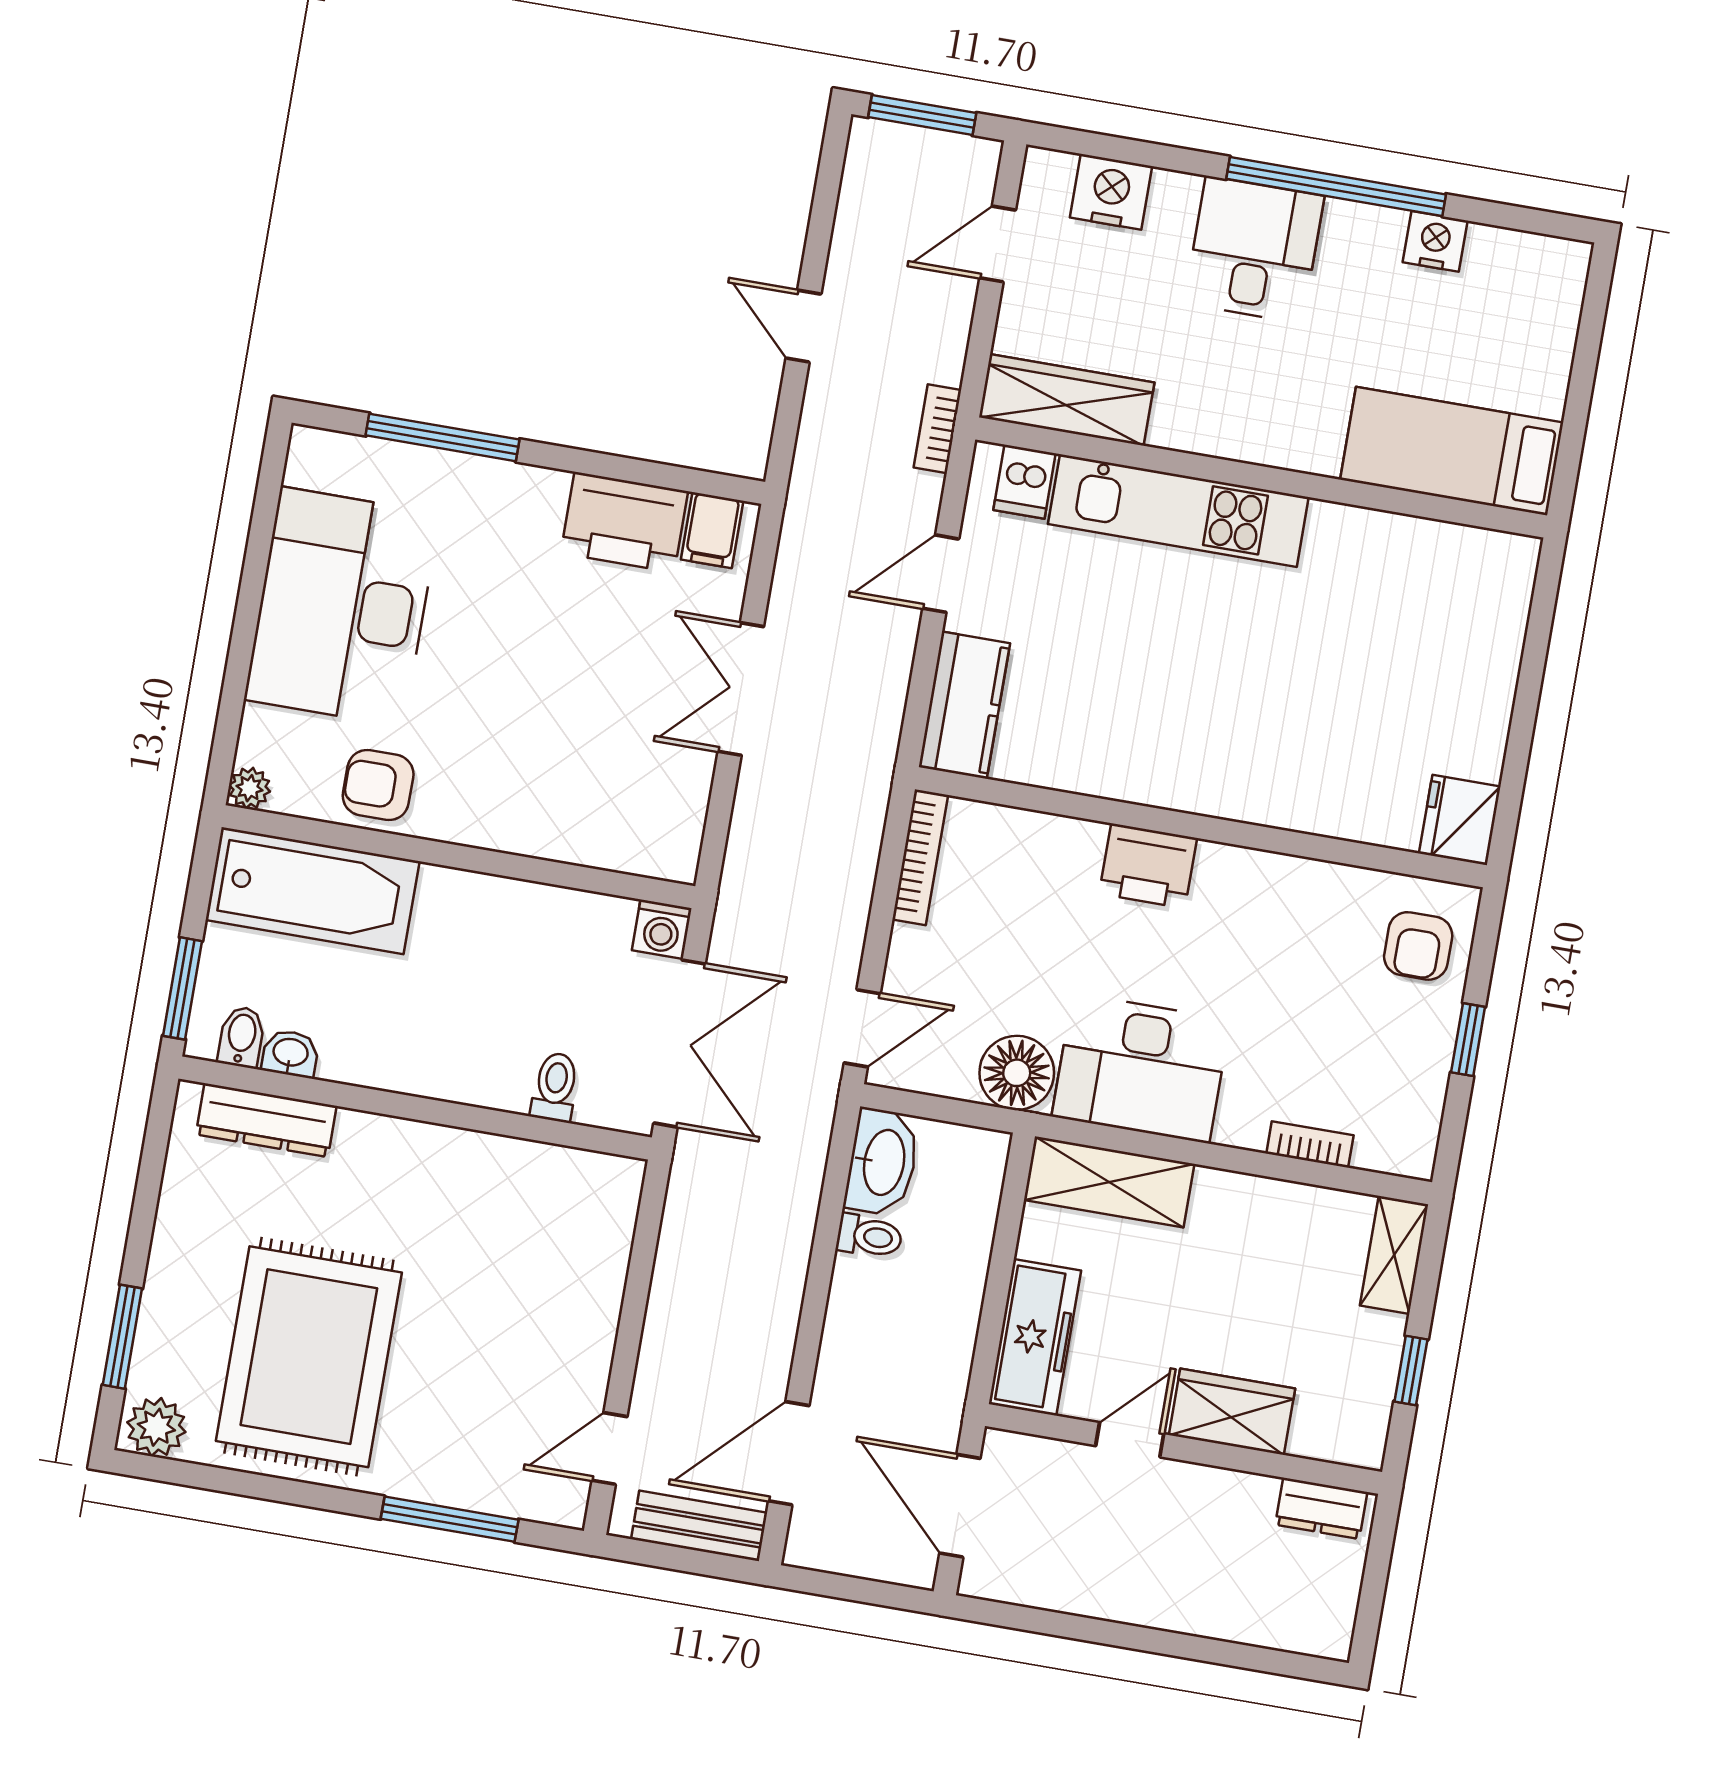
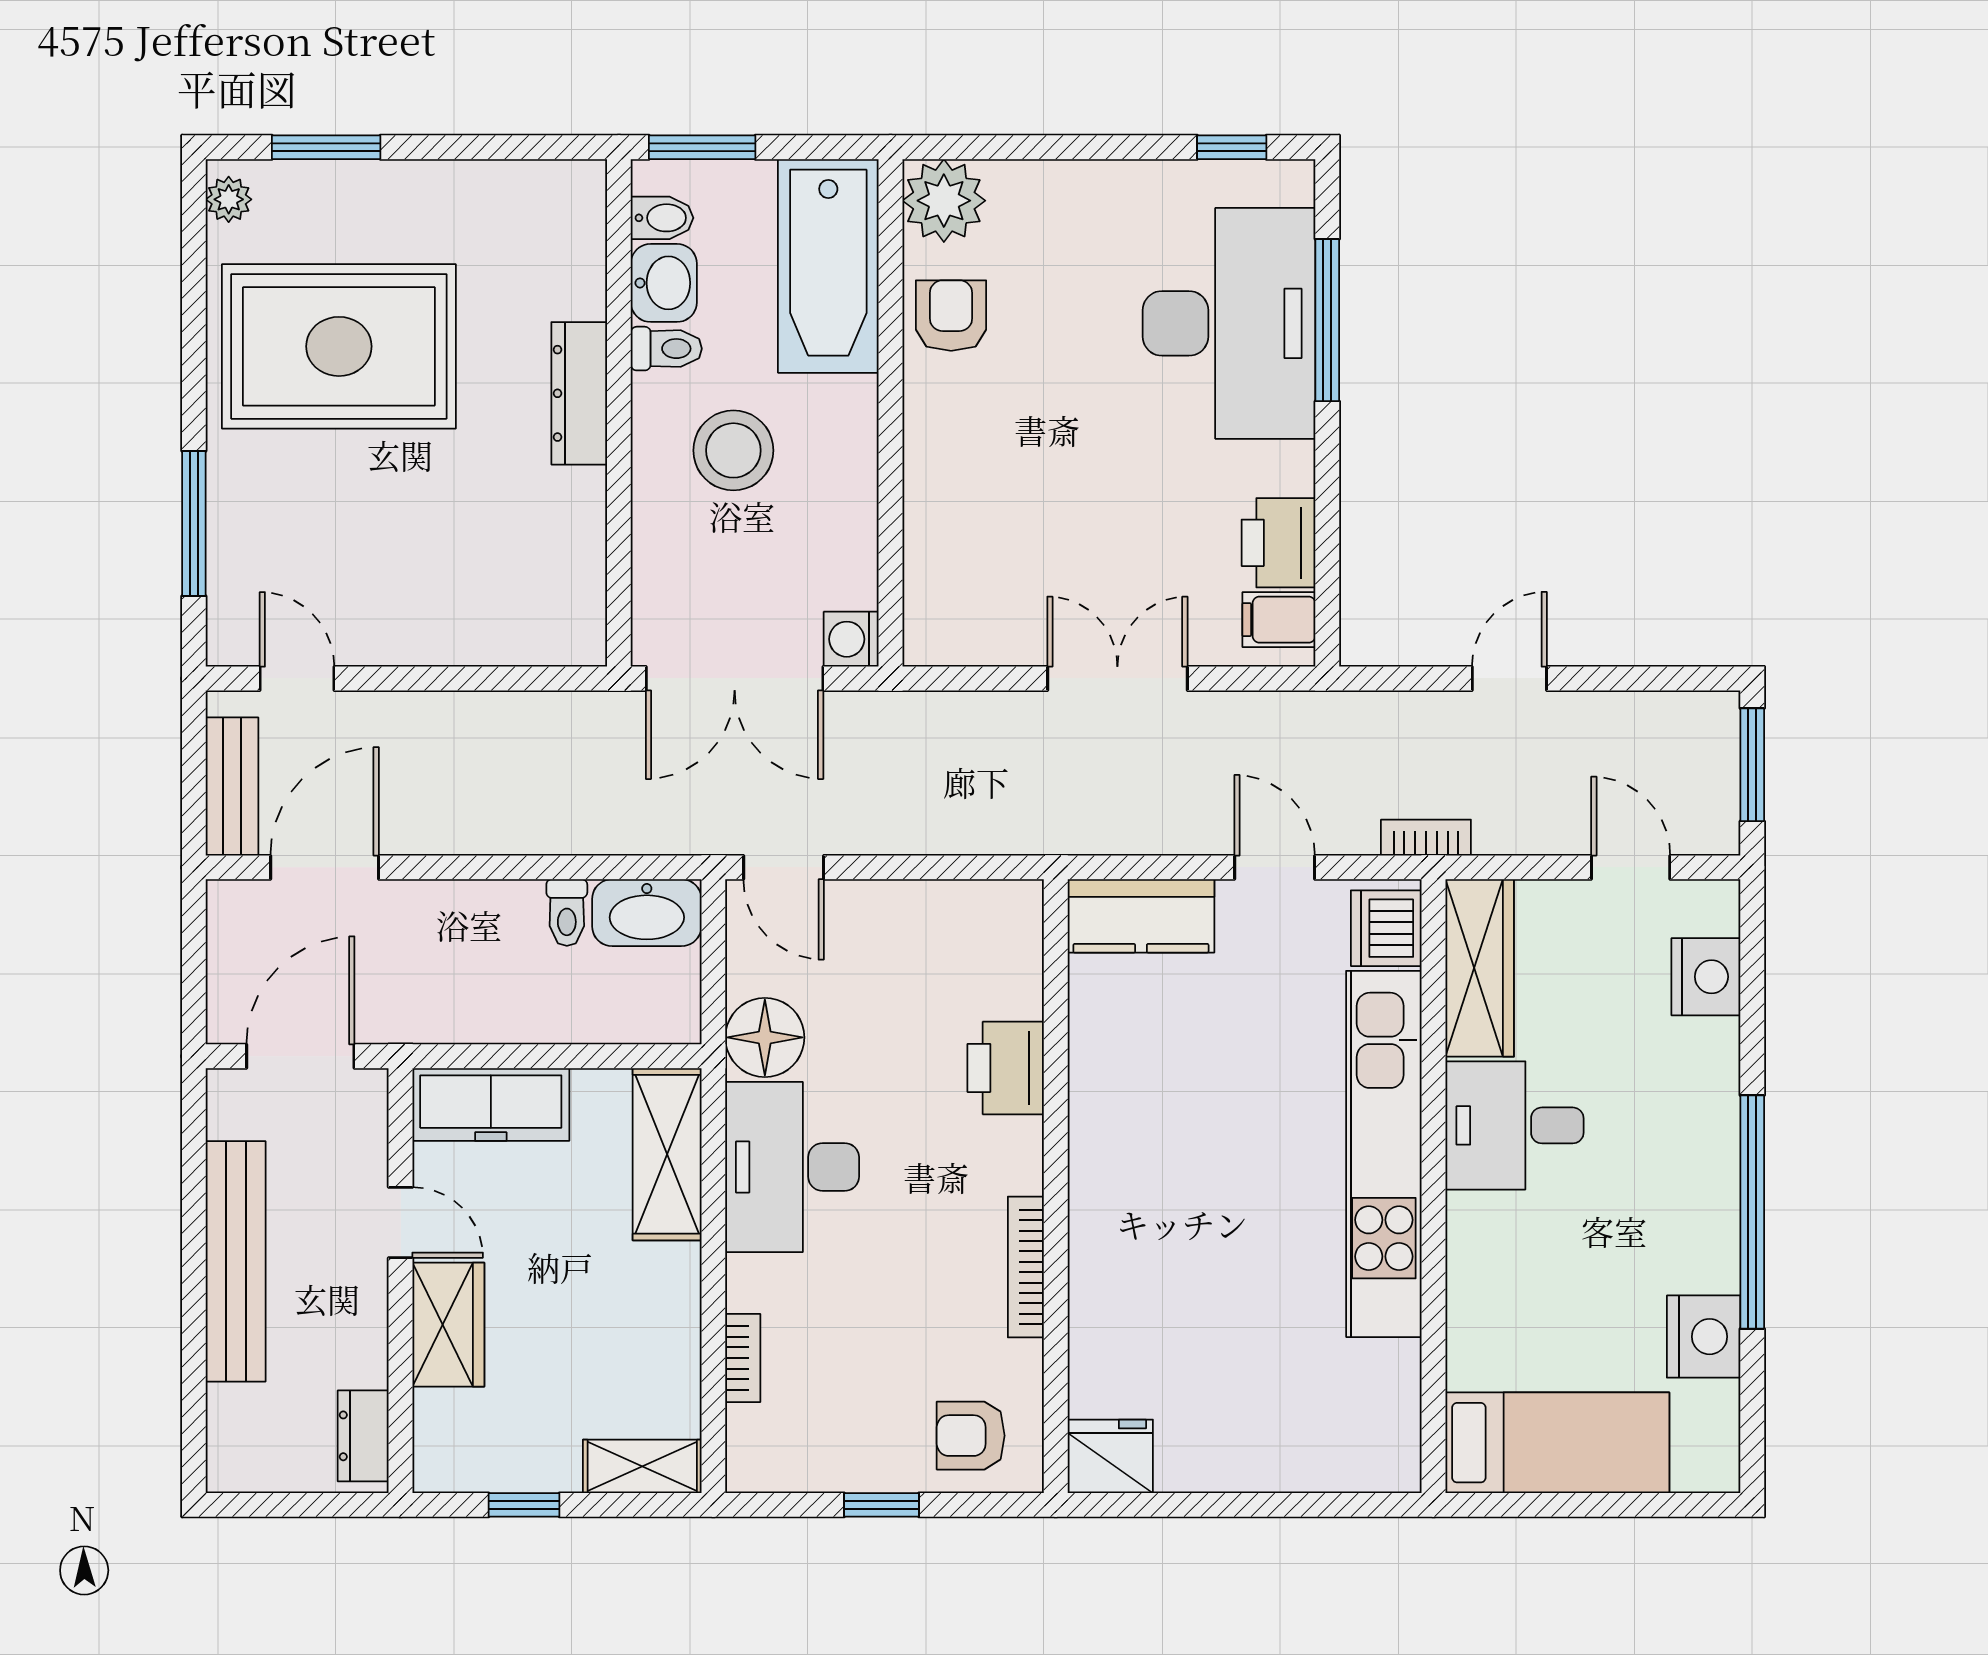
nightstand: (1435, 241) -> (1704, 1337), width x1.36, depth x1.33
desk: (1254, 250) -> (1514, 1125), moved, turned 180
bed: (1452, 451) -> (1557, 1443), moved, turned 90
dishwasher: (1025, 482) -> (1386, 928), width x1.38
window: (267, 498) -> (1232, 147), added
kitchen unit: (1178, 511) -> (1384, 1154), width x1.36
printer: (624, 522) -> (1279, 543), width x0.73, depth x0.84
desk: (342, 607) -> (1229, 323), moved, turned 90
plant: (250, 788) -> (944, 201), width x1.88, depth x1.88
bookcase: (920, 857) -> (1026, 1267), moved, turned 90
printer: (1148, 866) -> (1006, 1068), moved
stool: (468, 1008) -> (733, 450), added
washbasin: (290, 1053) -> (664, 283), width x1.38, depth x1.45
toilet: (555, 1087) -> (666, 349), moved
dresser: (266, 1120) -> (579, 393), moved
plant: (156, 1427) -> (229, 199), width x0.73, depth x0.73
door: (789, 1453) -> (325, 867), hinge flipped
bench: (1139, 1599) -> (236, 1261), added

